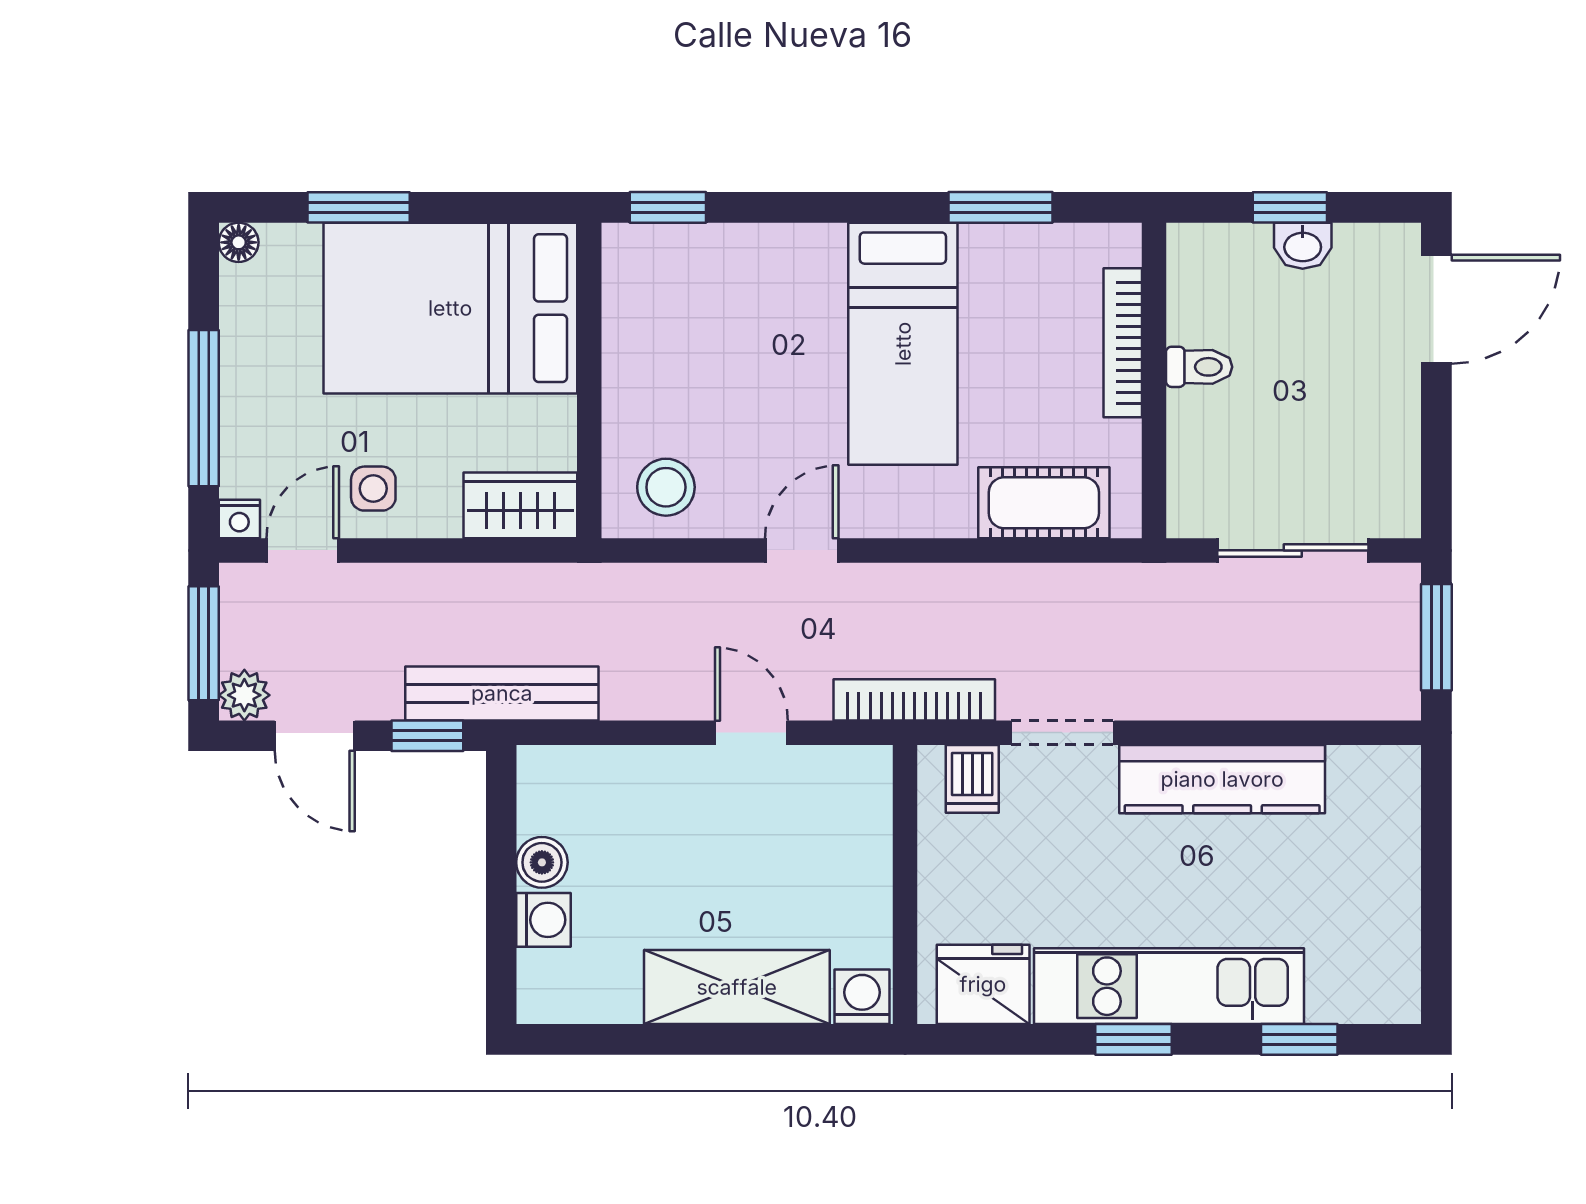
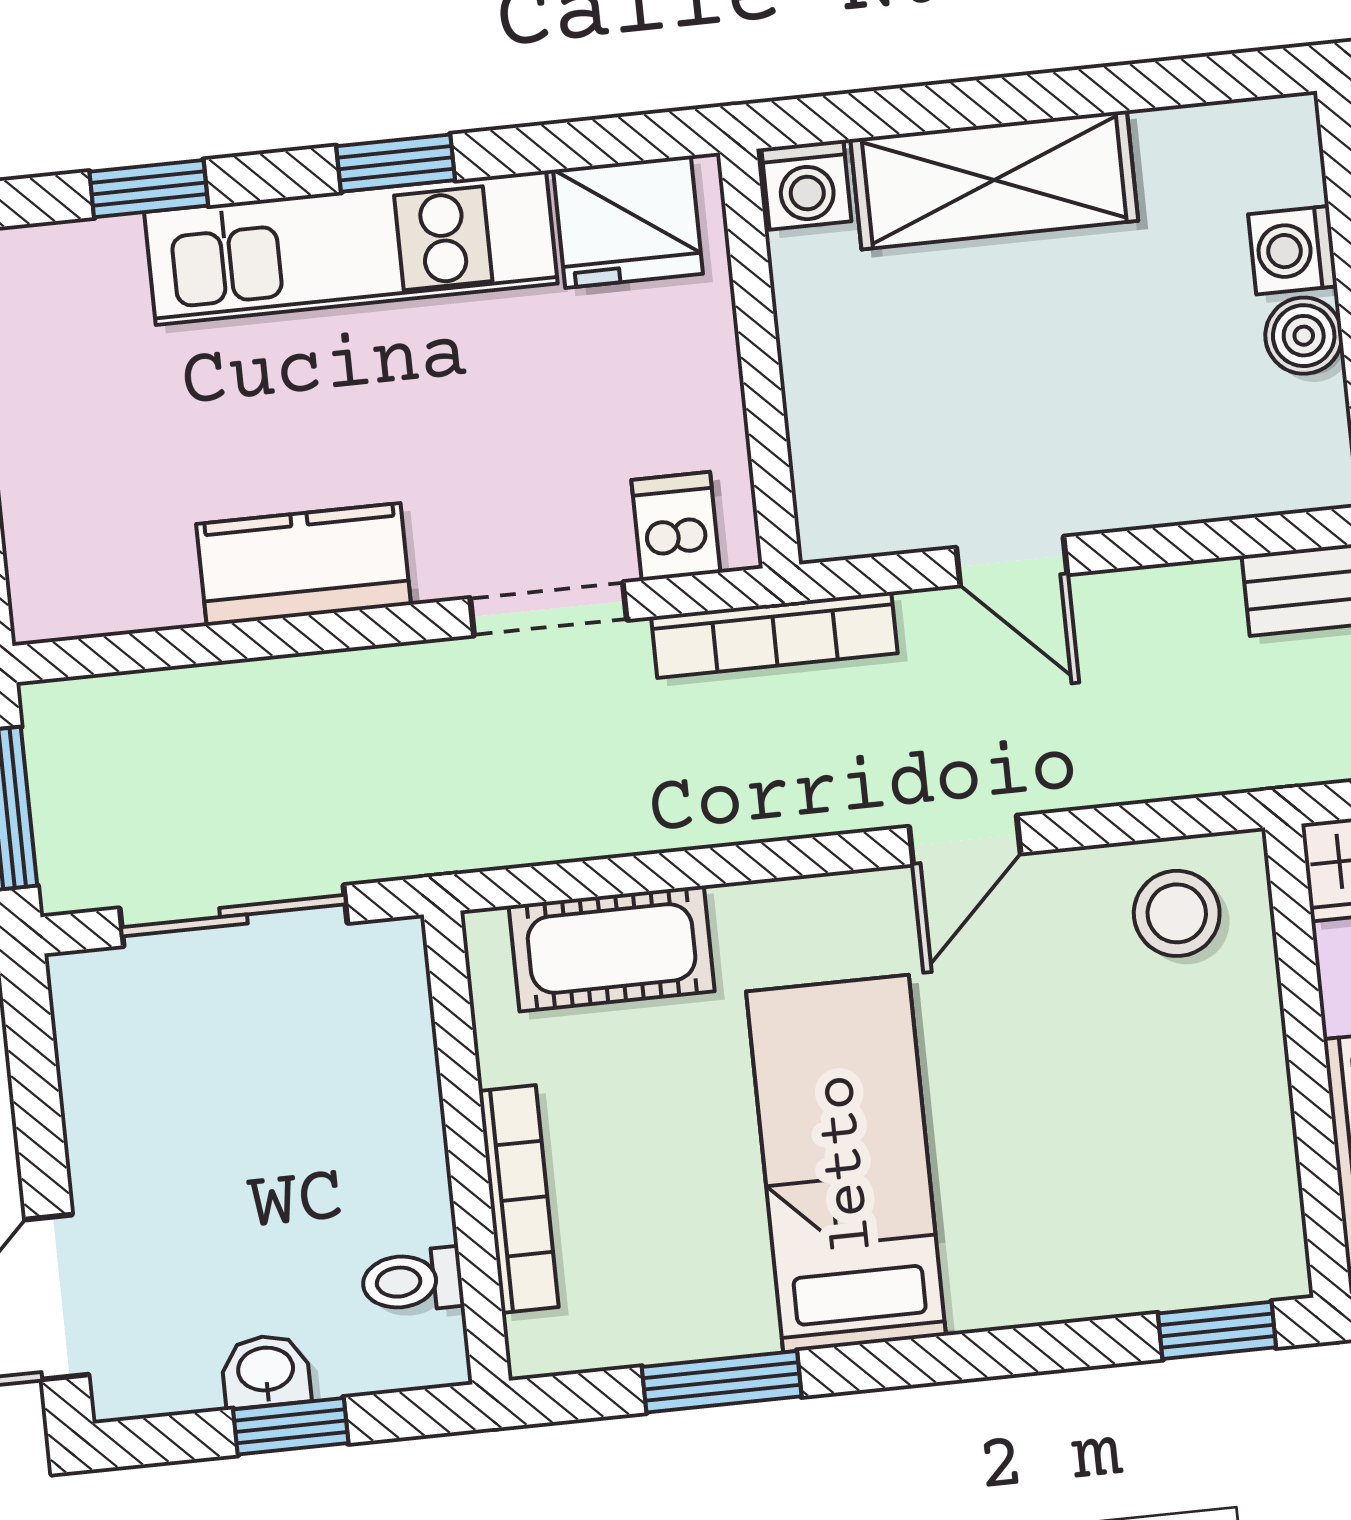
toilet: (1199, 367) -> (412, 1281), moved
kitchen counter: (1222, 779) -> (304, 564), width x0.67

